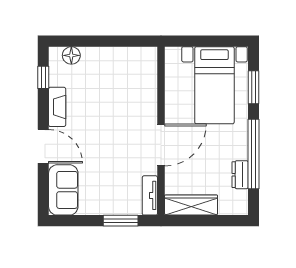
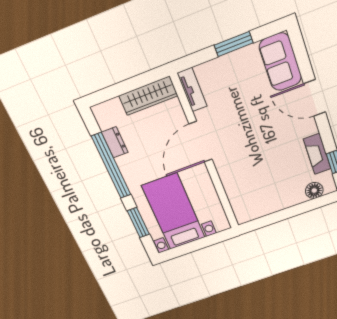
fireplace: (57, 107) -> (317, 154), moved
window: (121, 221) -> (234, 44), moved

